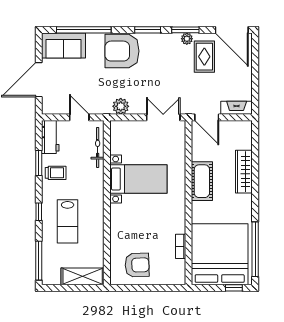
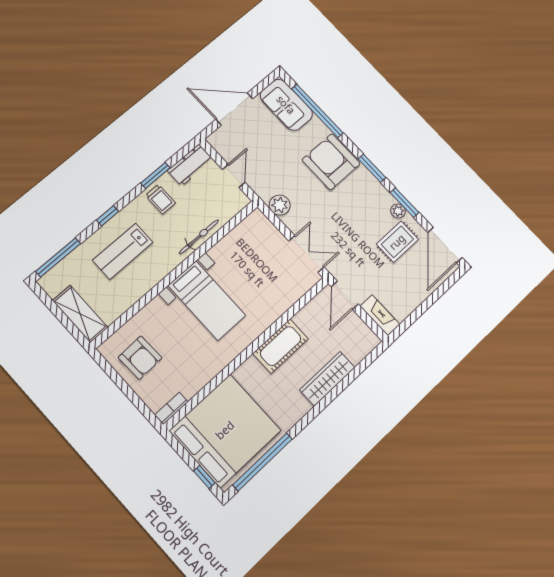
bicycle: (98, 147) -> (199, 237), moved
bed with nightstands: (138, 179) -> (207, 300), moved
bookcase: (181, 246) -> (171, 408), moved

